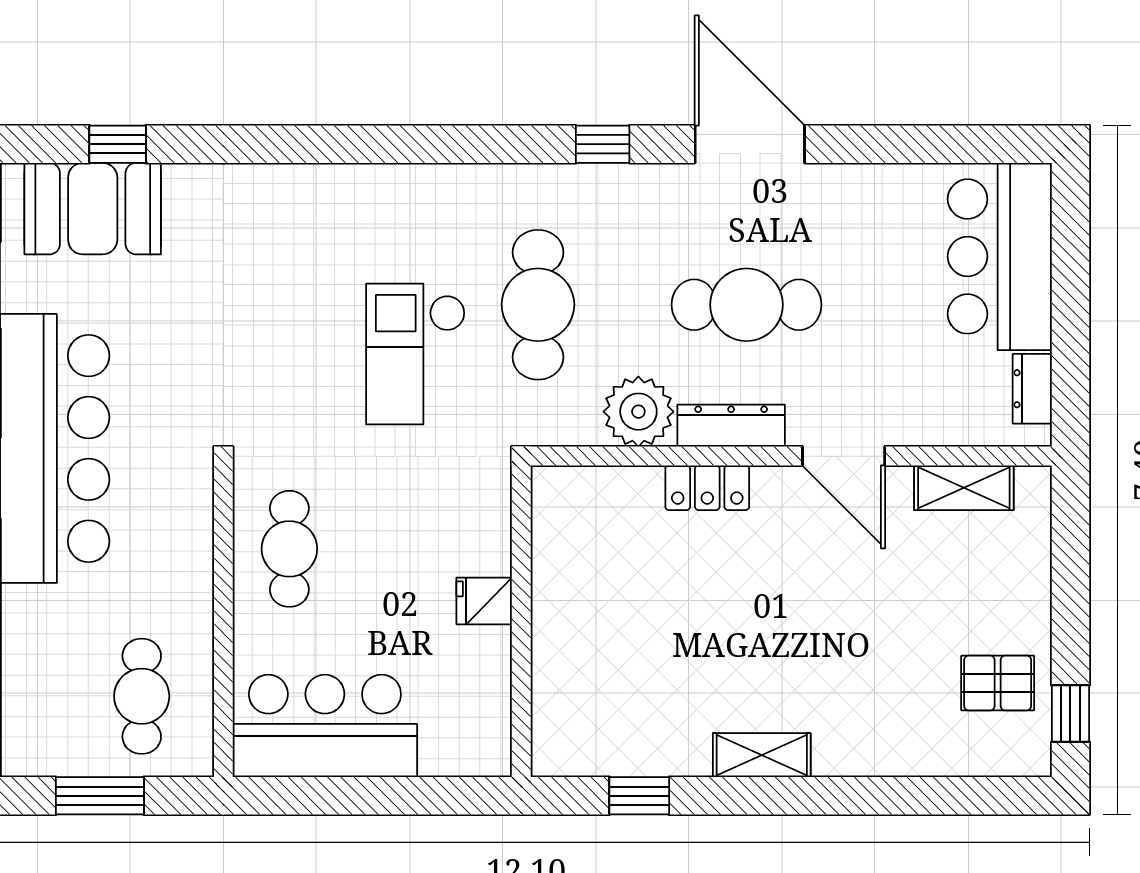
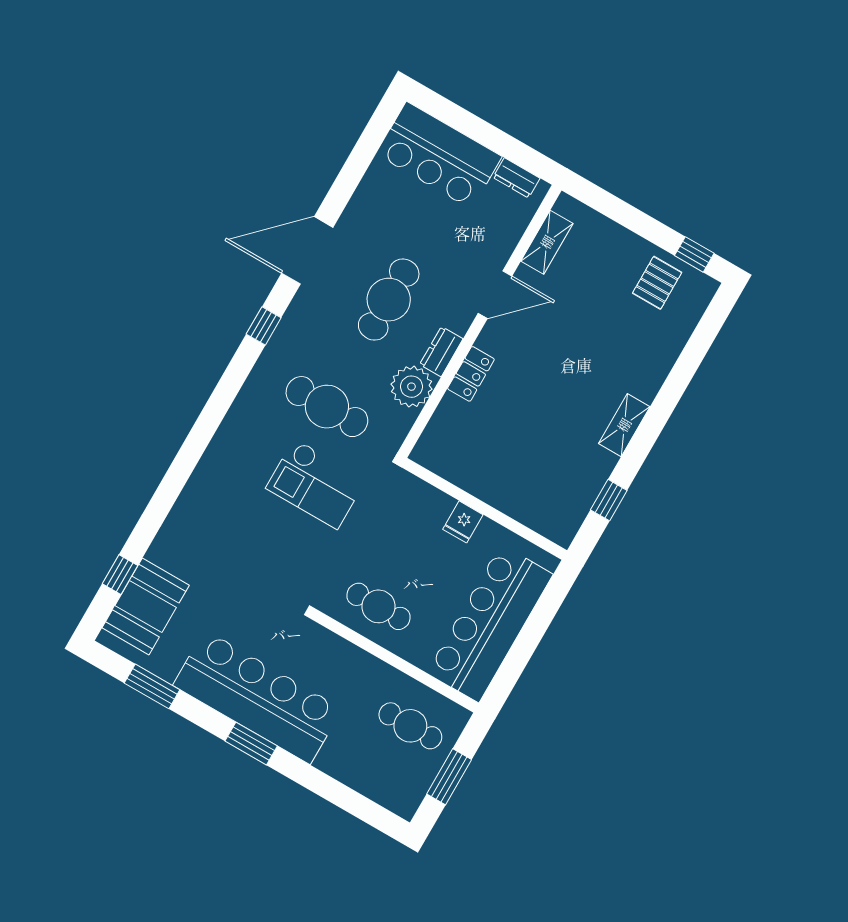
dresser: (731, 426) -> (441, 352), width x0.70
bar counter: (325, 726) -> (490, 623), width x1.36

